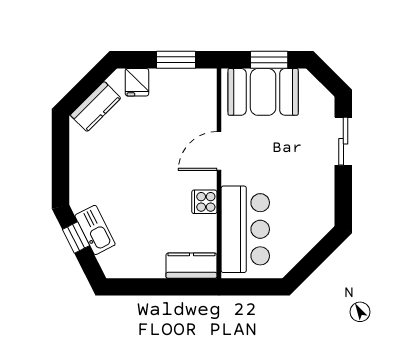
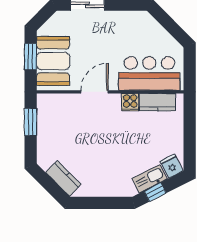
fridge: (137, 82) -> (172, 166), moved, turned -117
door: (219, 151) -> (94, 92), swing flipped
kitchen counter: (191, 266) -> (157, 102), moved, turned -90

